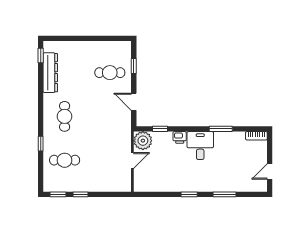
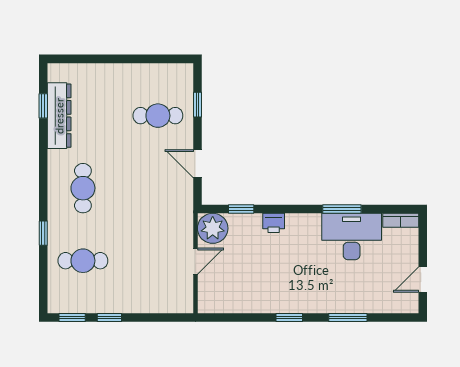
window: (41, 55) -> (43, 106), moved
desk: (200, 146) -> (352, 237), moved, width x1.37

